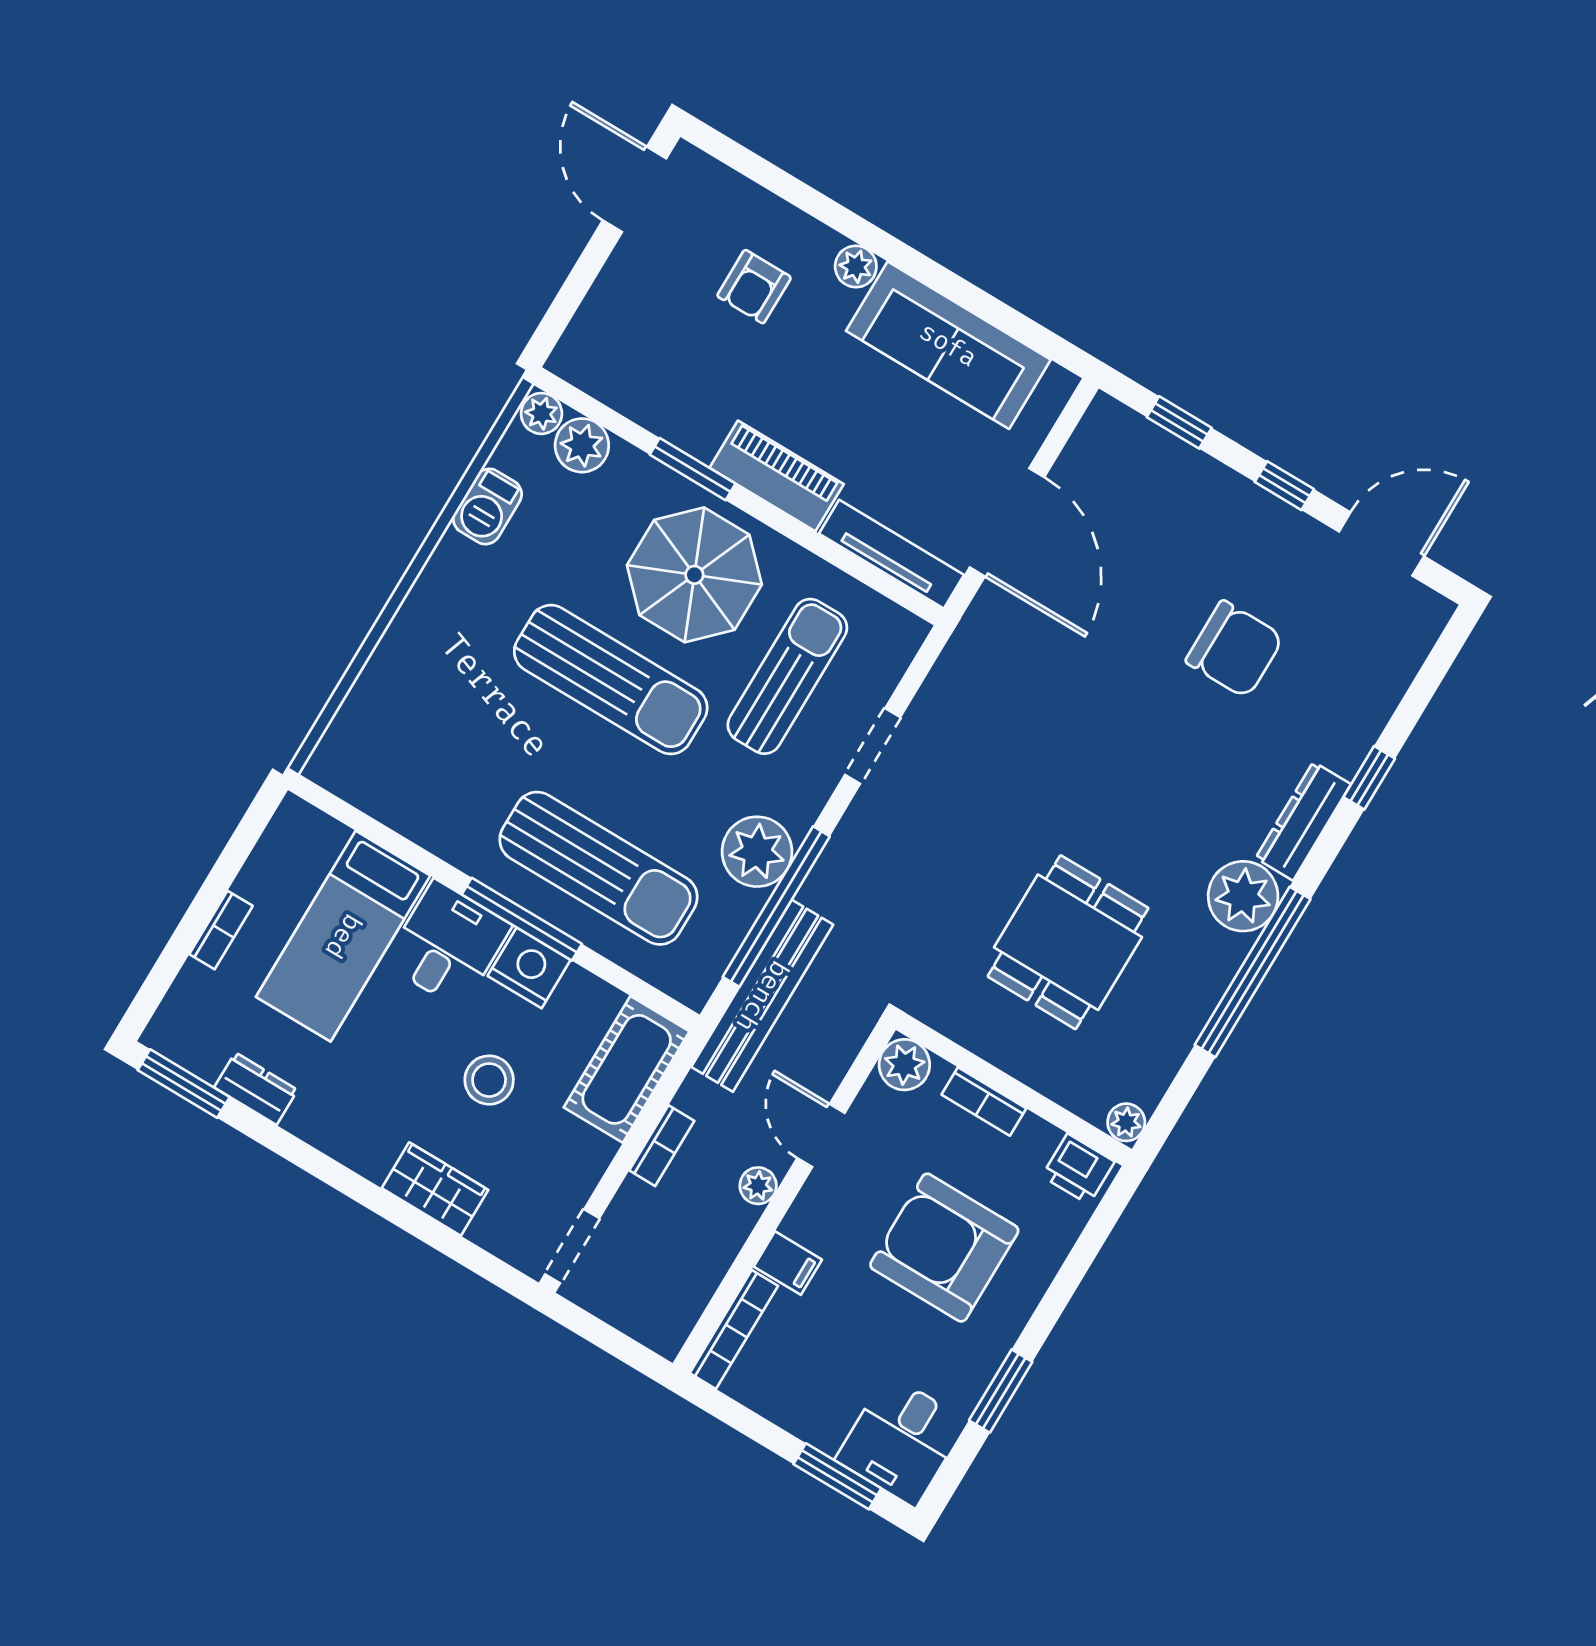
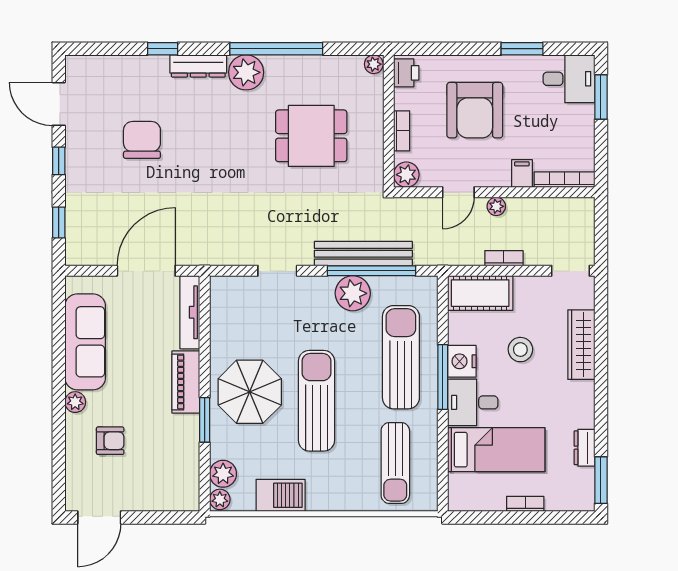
barbecue: (487, 507) -> (281, 495), width x1.38, depth x1.27
sun lounger: (787, 676) -> (395, 463), moved, turned -90
bench: (762, 996) -> (363, 254), moved
wardrobe: (435, 1189) -> (581, 345), width x1.50

